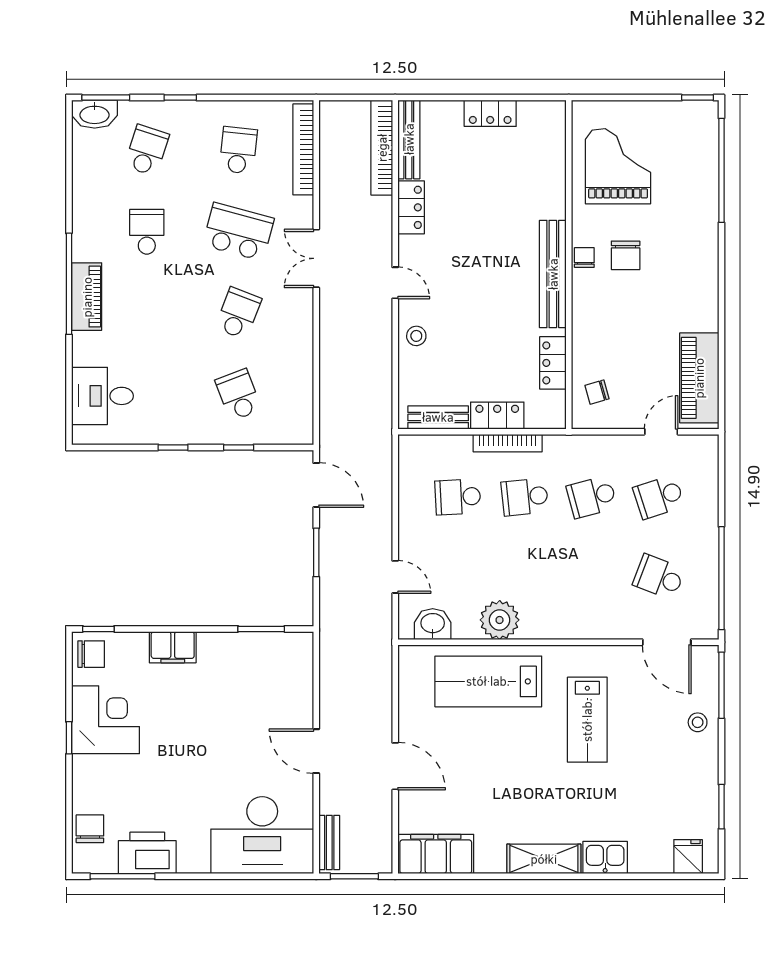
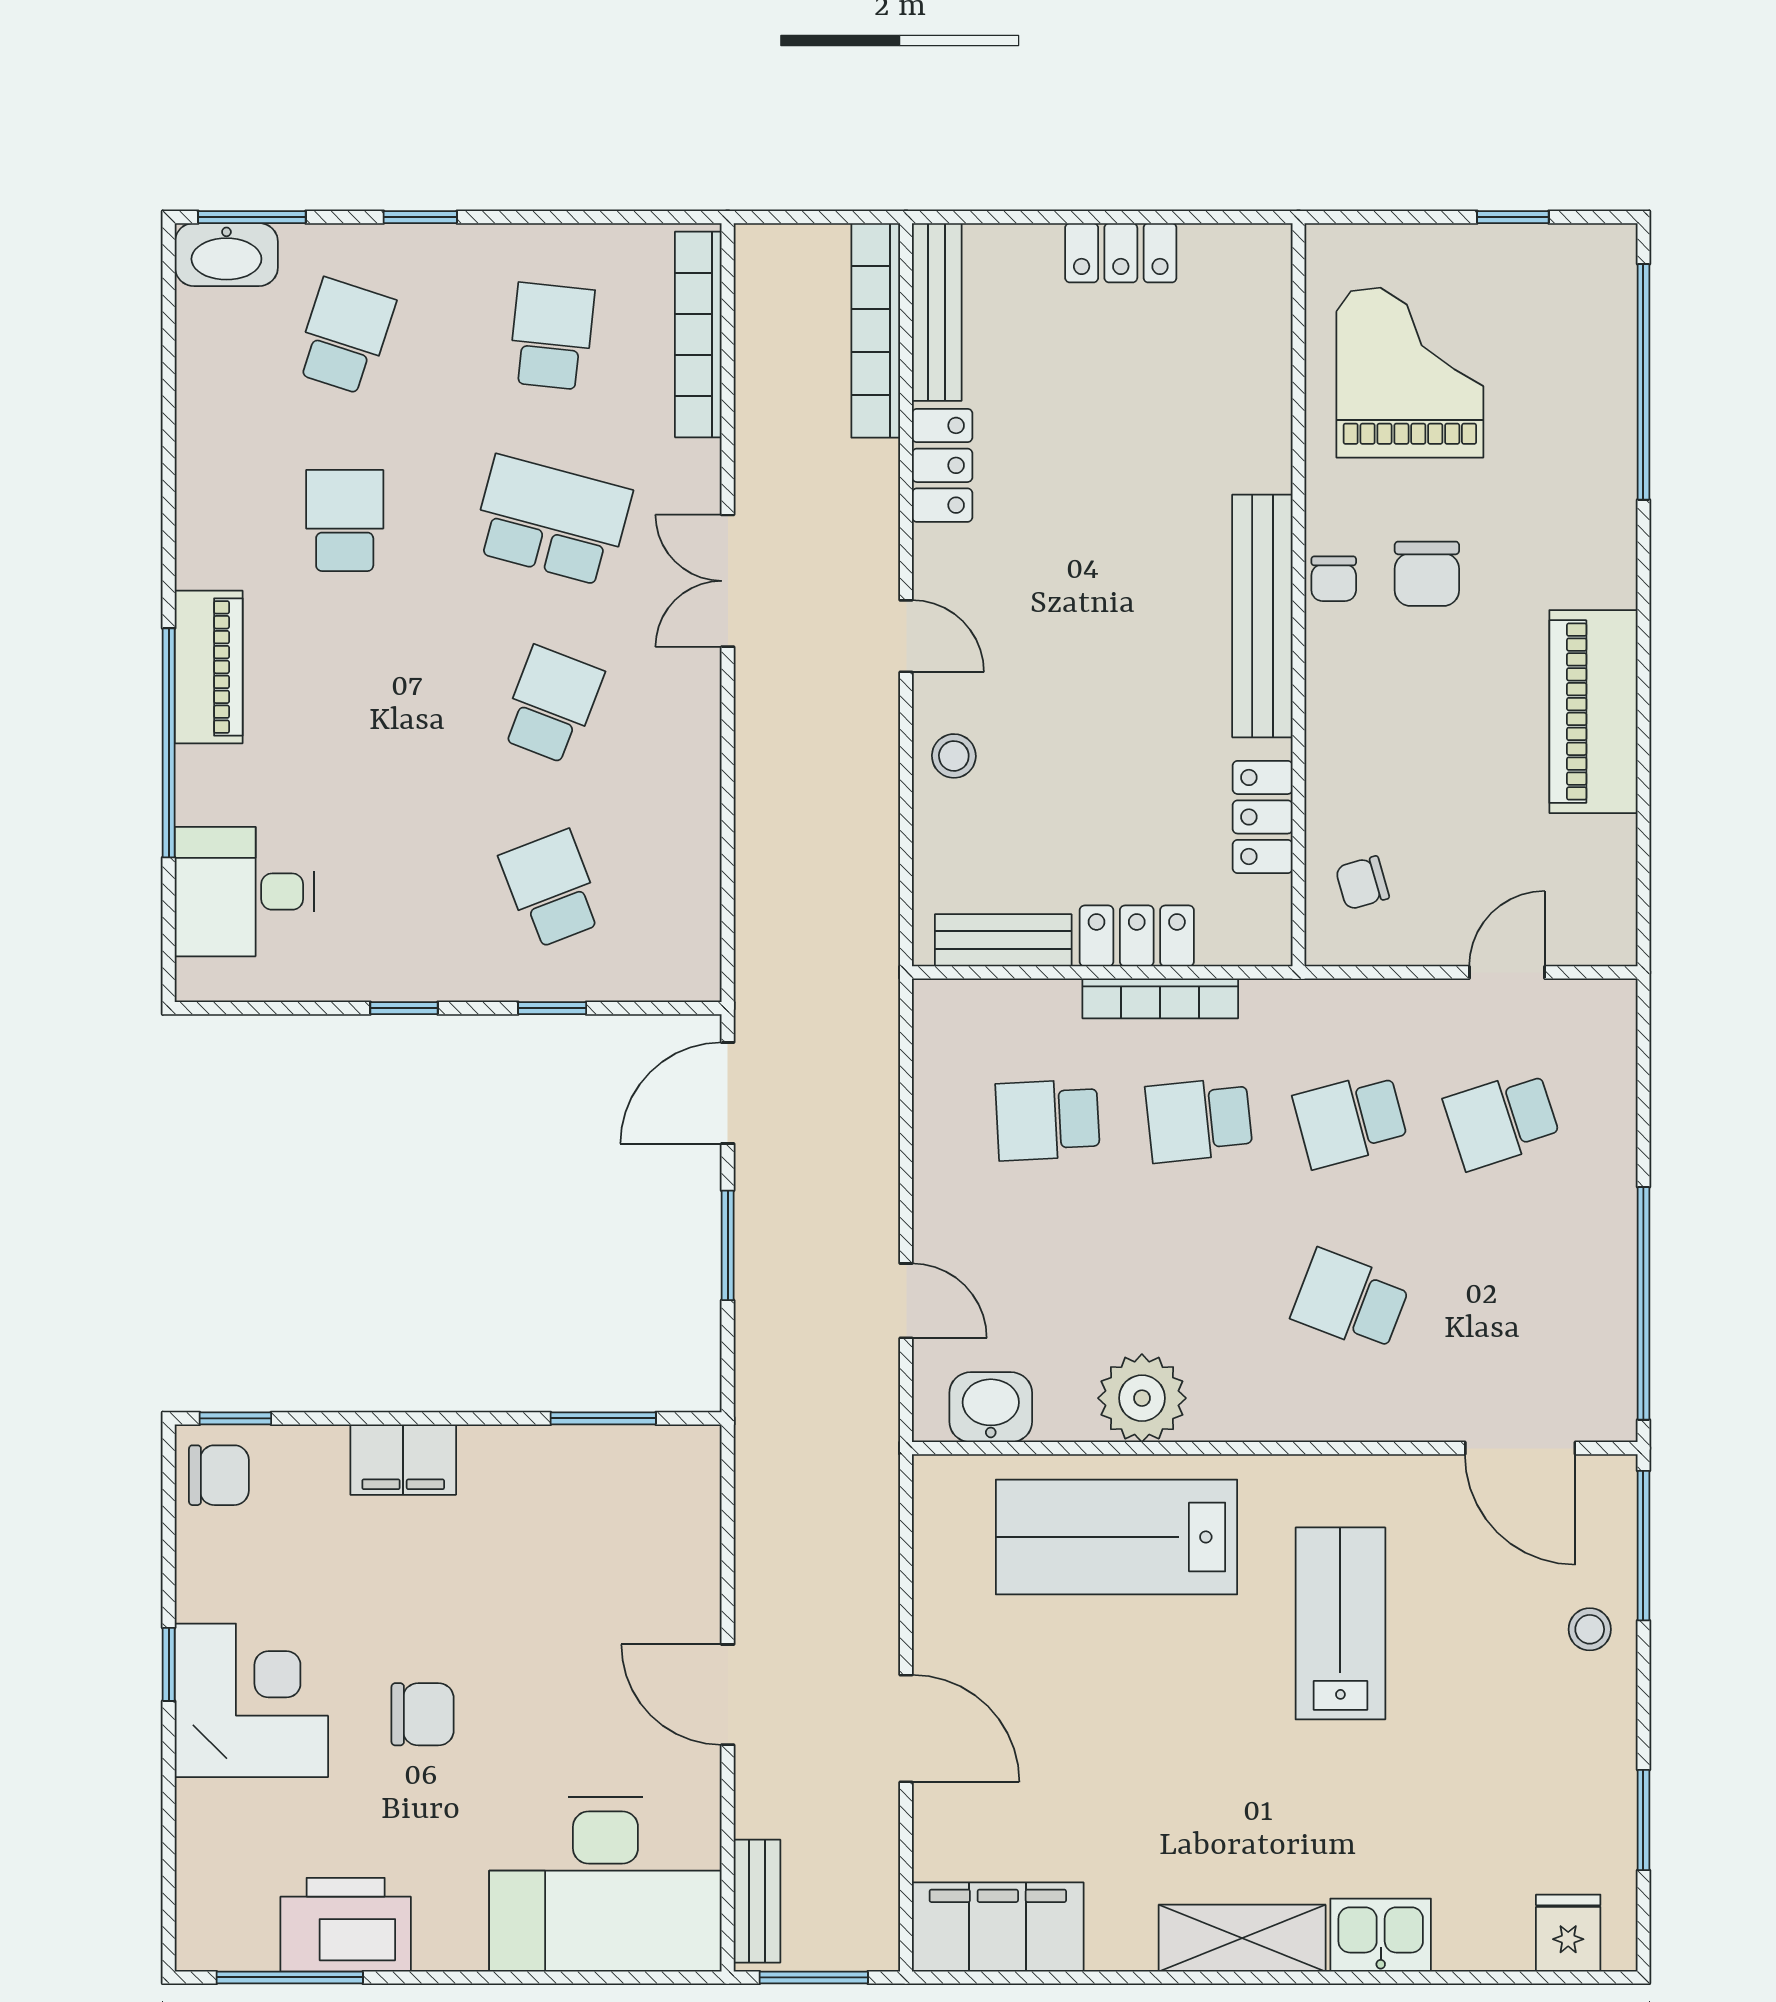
window: (698, 98) -> (1513, 217), moved
chair: (584, 258) -> (1334, 579), turned 180
window: (69, 284) -> (169, 743), moved
piano: (699, 378) -> (1593, 712), moved
door: (316, 485) -> (728, 1093), swing flipped
school desk: (659, 577) -> (1350, 1301), moved
corner desk: (106, 720) -> (251, 1700), moved
lab bench: (587, 720) -> (1340, 1623), turned 180
chair: (90, 829) -> (423, 1714), moved, turned 90

